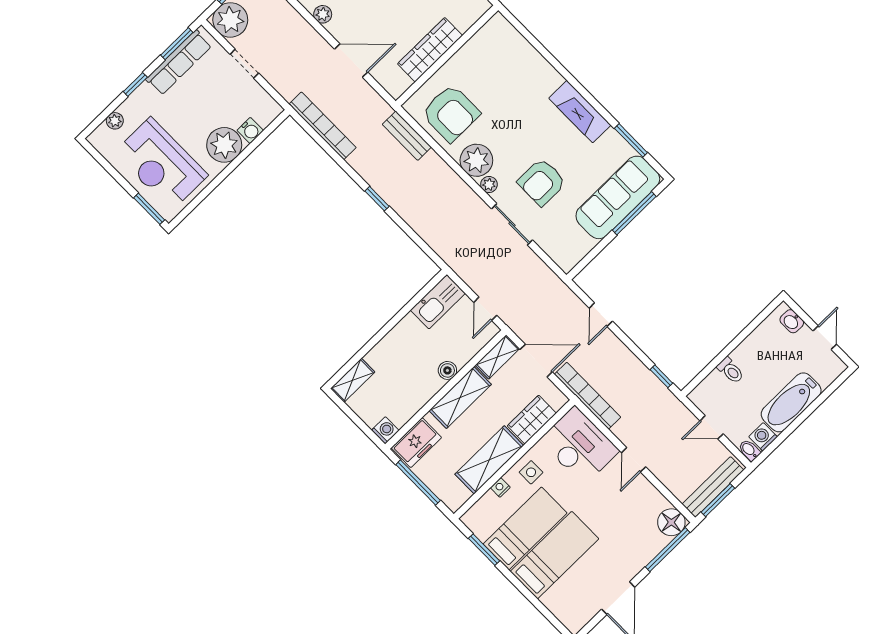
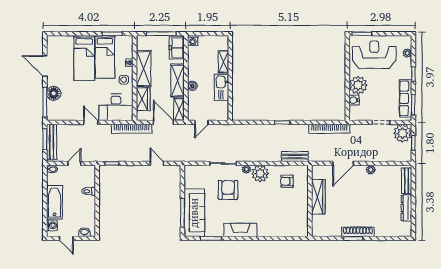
armchair: (451, 113) -> (287, 181), width x0.53, depth x0.53
kitchen sink: (438, 302) -> (221, 87), moved
door: (485, 309) -> (201, 122), swing flipped
door: (536, 361) -> (163, 122), swing flipped
shelving: (353, 380) -> (223, 62), moved
washing machine: (763, 437) -> (52, 225), moved
floor lamp: (671, 522) -> (54, 93), moved

